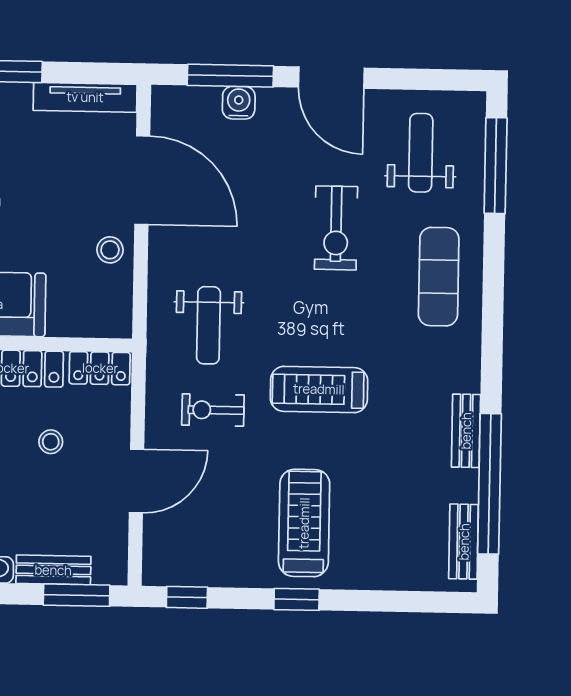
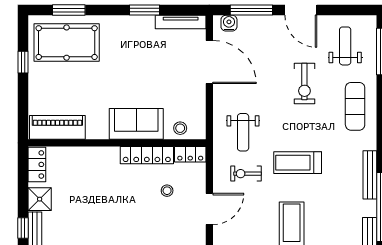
water cooler: (239, 103) -> (229, 23), moved
stool: (110, 250) -> (180, 128), moved
bench: (466, 431) -> (370, 175), width x1.36

